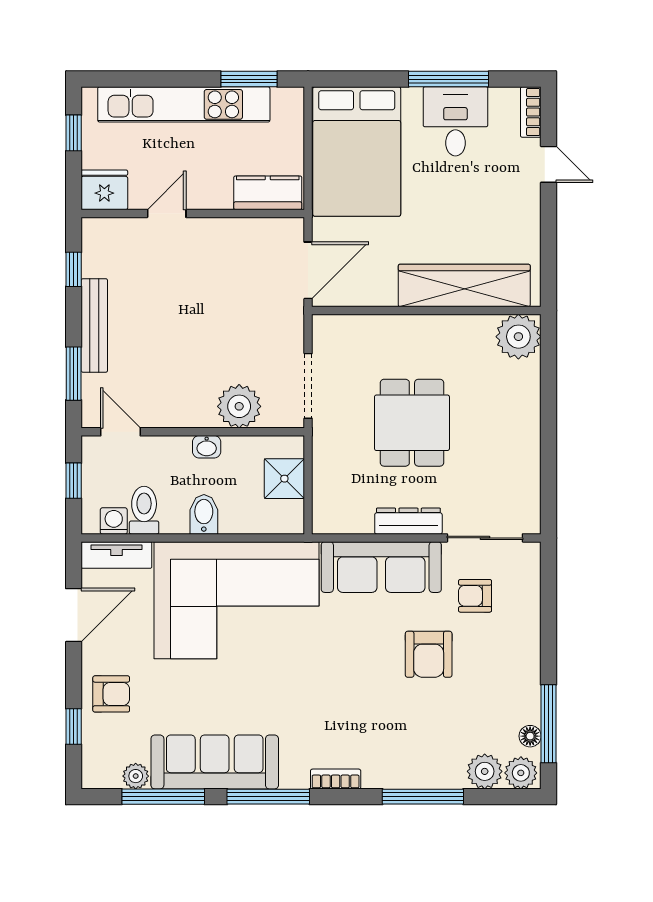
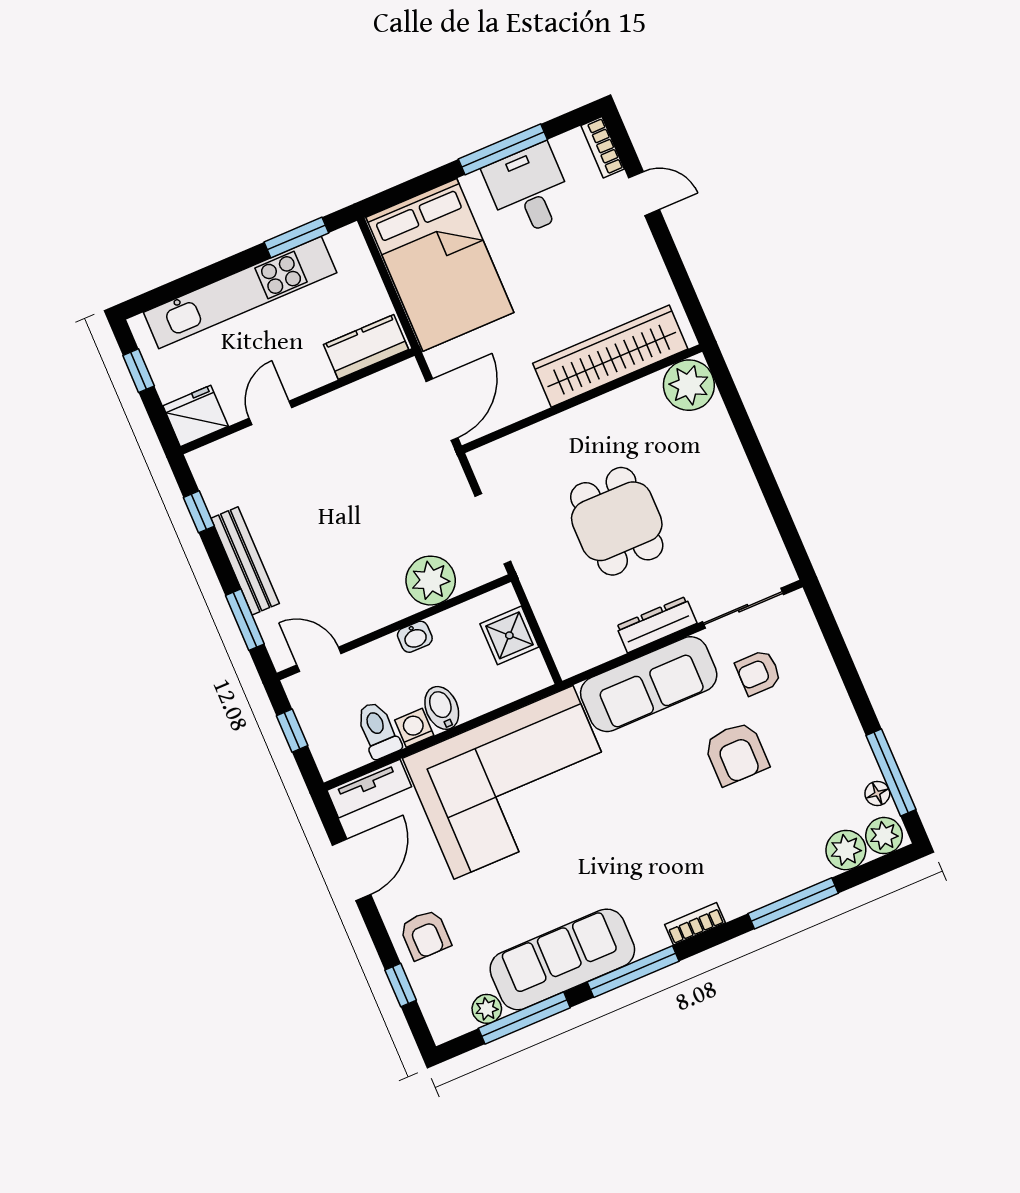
washing machine: (114, 521) -> (414, 728), moved
armchair: (111, 694) -> (425, 935), turned 90

